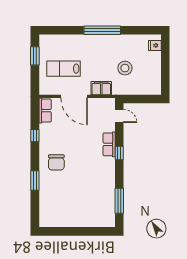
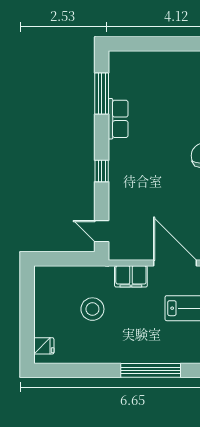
window: (102, 30) -> (151, 370), moved
row of seats: (109, 144) -> (118, 119), moved

